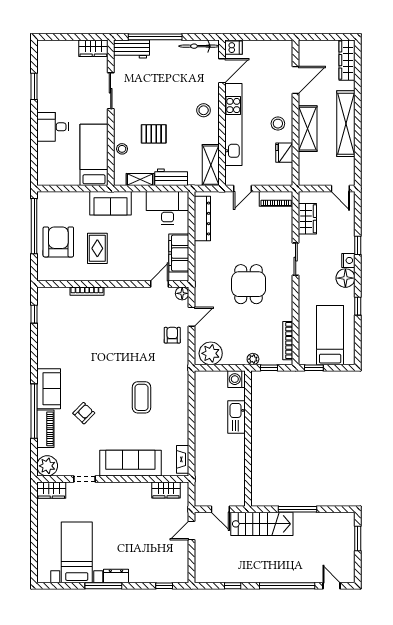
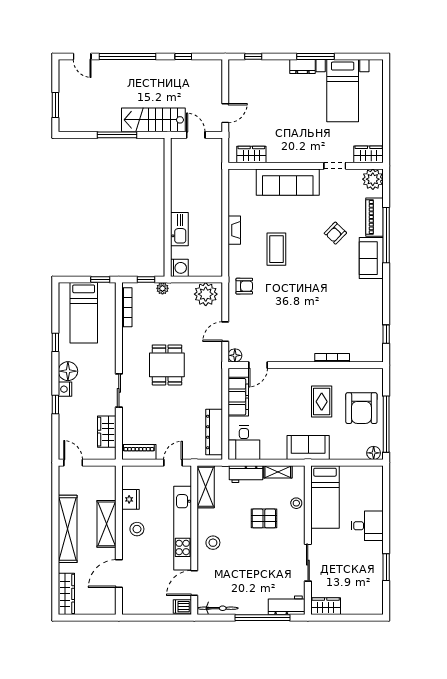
floor lamp: (46, 198) -> (374, 453), added
desk: (168, 208) -> (244, 443), width x0.73
armchair: (172, 335) -> (244, 286), moved, turned -90
fireplace: (183, 459) -> (234, 230), moved

